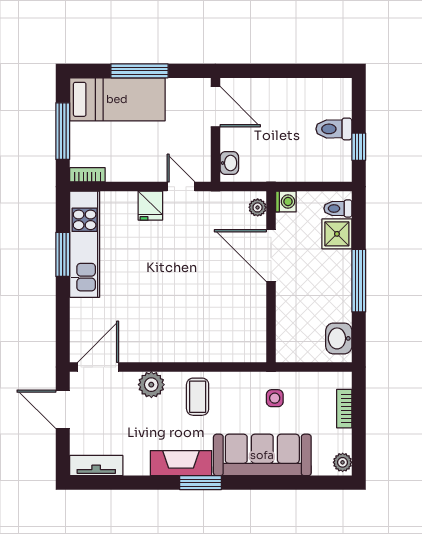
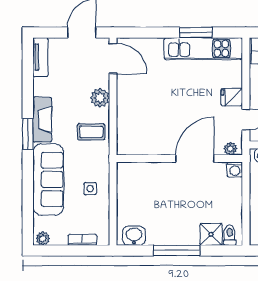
washing machine: (286, 202) -> (235, 170), moved
plant: (258, 207) -> (230, 149), moved
door: (271, 256) -> (195, 159), moved
wall: (271, 277) -> (179, 159), moved

